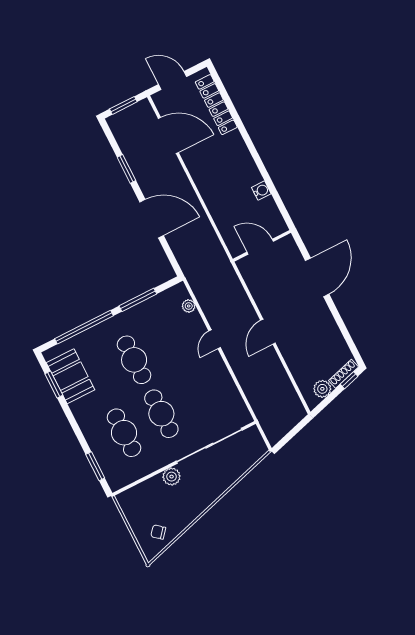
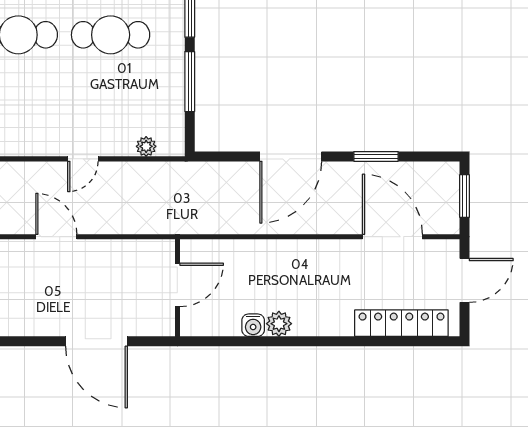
door: (168, 135) -> (392, 237), swing flipped
plant: (253, 176) -> (279, 324), added
door: (215, 339) -> (83, 159), swing flipped

